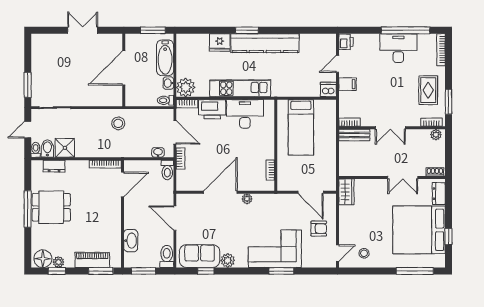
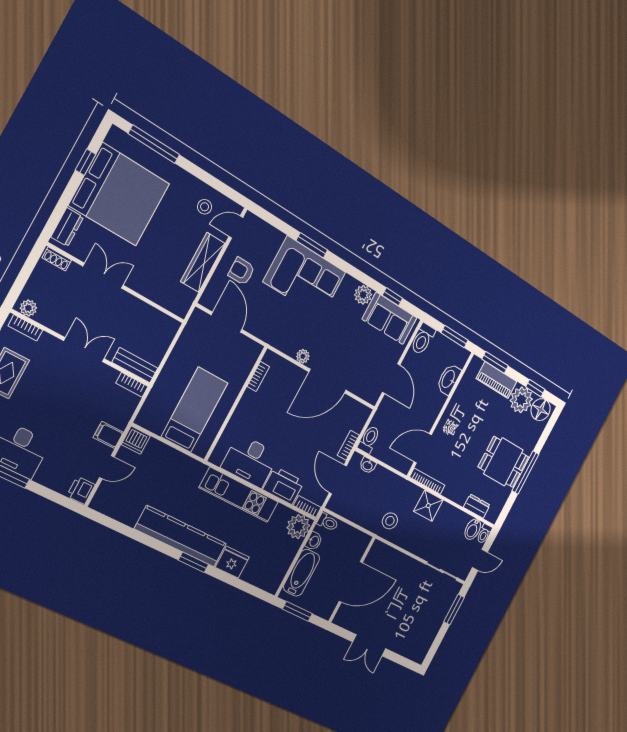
shower: (65, 148) -> (428, 506), moved
wardrobe: (346, 192) -> (203, 262), moved, width x1.50
plant: (58, 262) -> (521, 400), width x1.88, depth x1.88

